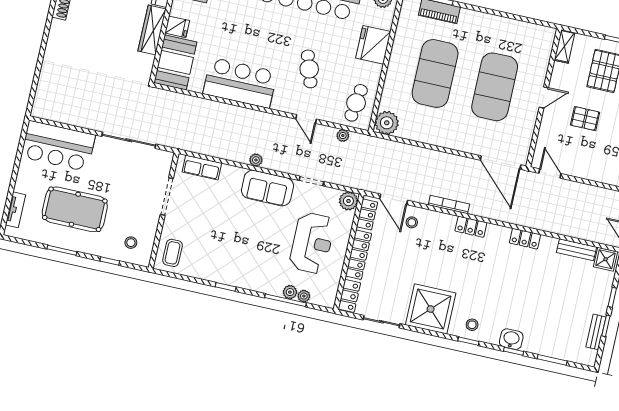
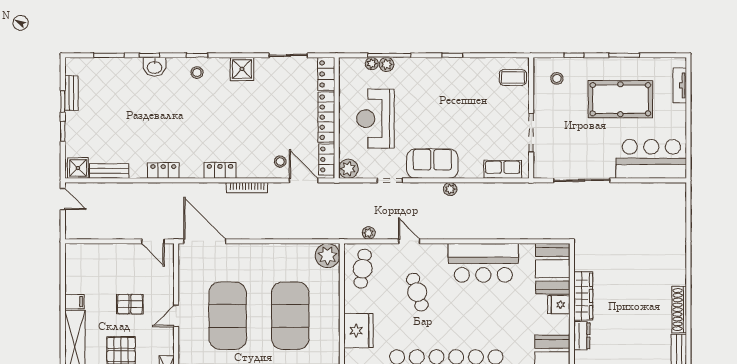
coffee table: (173, 253) -> (513, 77), turned 90
shower: (431, 309) -> (242, 69), width x0.54, depth x0.54

